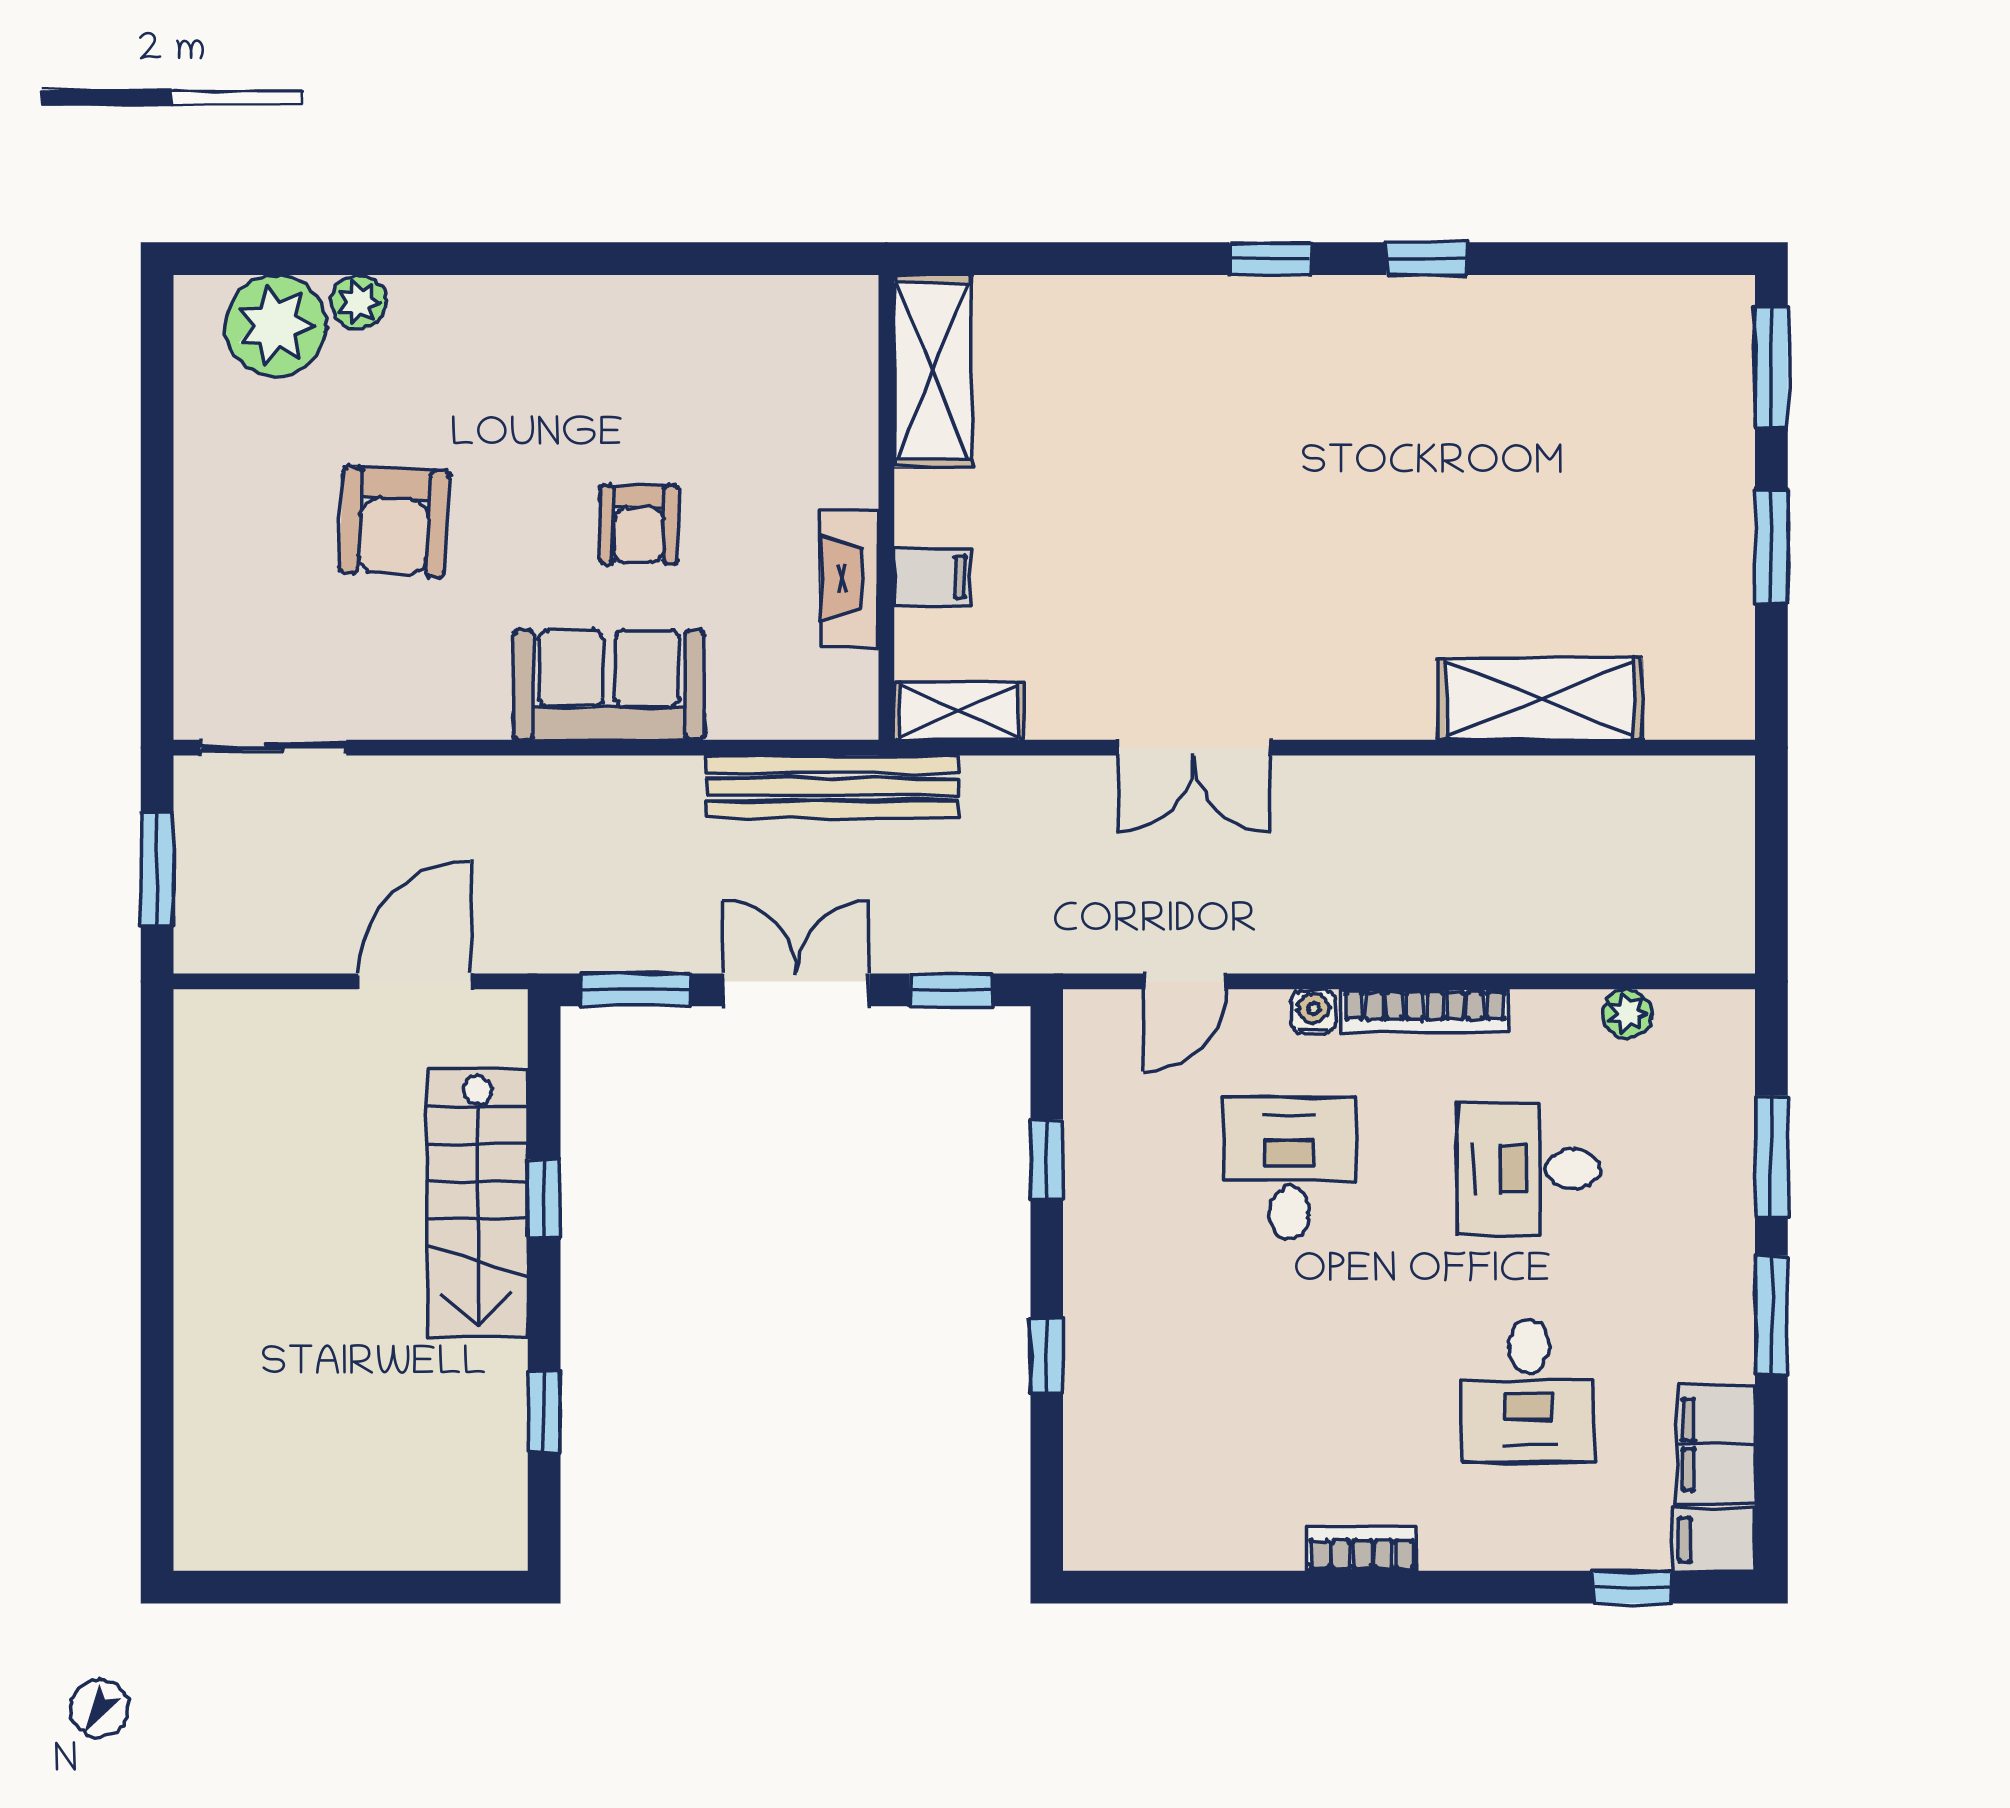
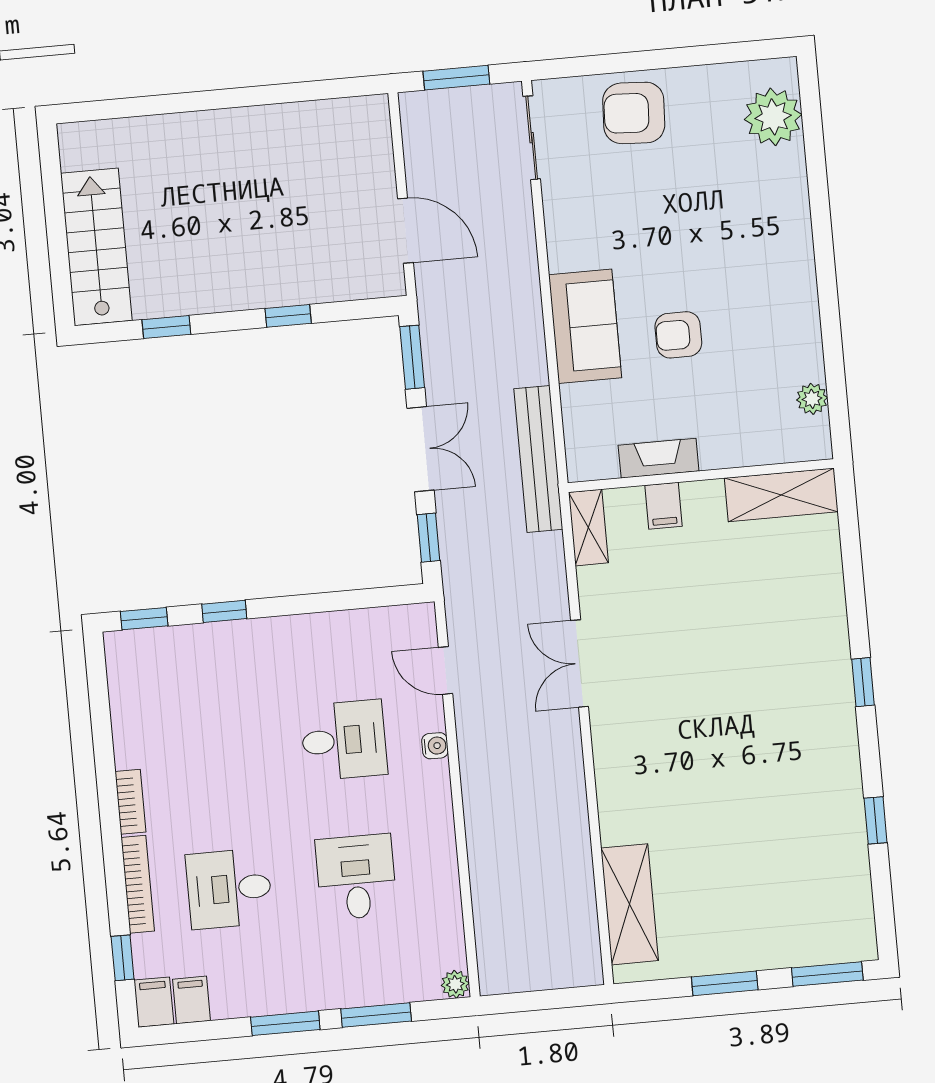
window: (1427, 259) -> (876, 820), moved
plant: (359, 302) -> (812, 399), moved
armchair: (394, 522) -> (634, 113), moved
shelving: (1540, 699) -> (630, 904), moved
bookcase: (1425, 1011) -> (138, 884), moved, turned 180
plant: (1627, 1014) -> (455, 984), moved
window: (1047, 1159) -> (144, 619), moved
stairs: (478, 1203) -> (96, 247), moved, turned 90
filing cabinet: (1716, 1445) -> (192, 1000), width x0.50

